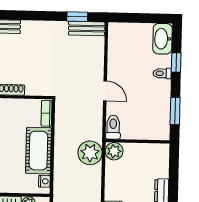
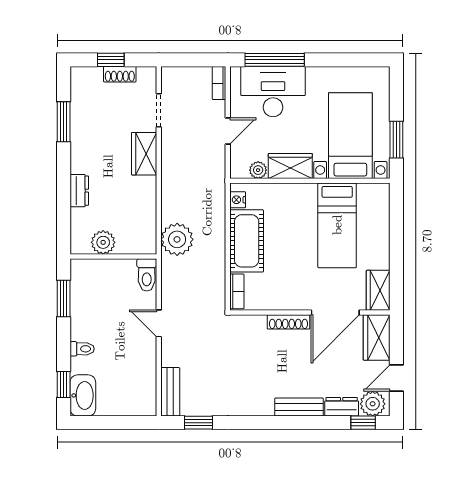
bench: (87, 29) -> (170, 392), moved, turned 90
window: (176, 62) -> (64, 385), moved
plant: (114, 151) -> (103, 242), moved

